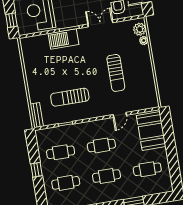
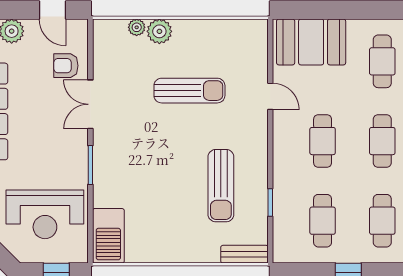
plant: (140, 29) -> (159, 31), moved
barbecue: (64, 39) -> (108, 236), moved

